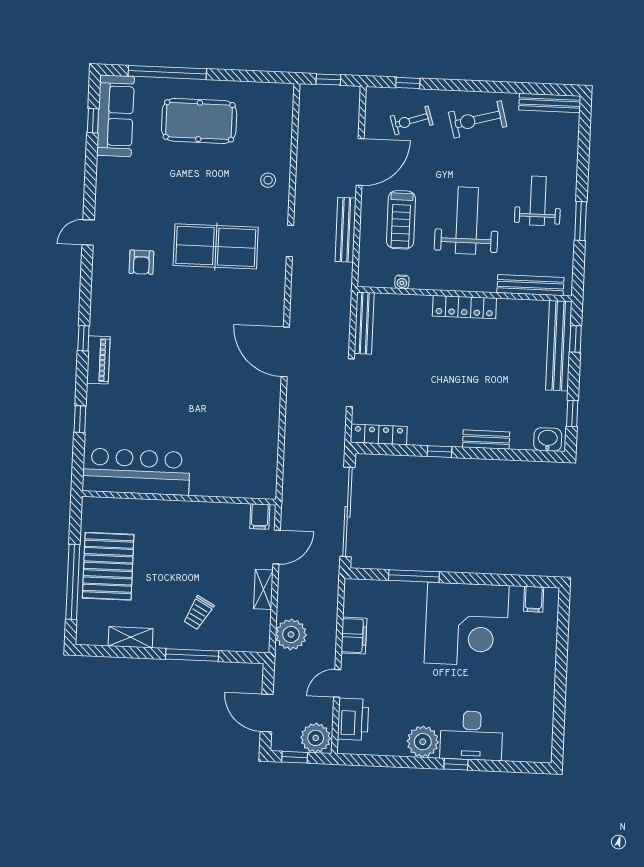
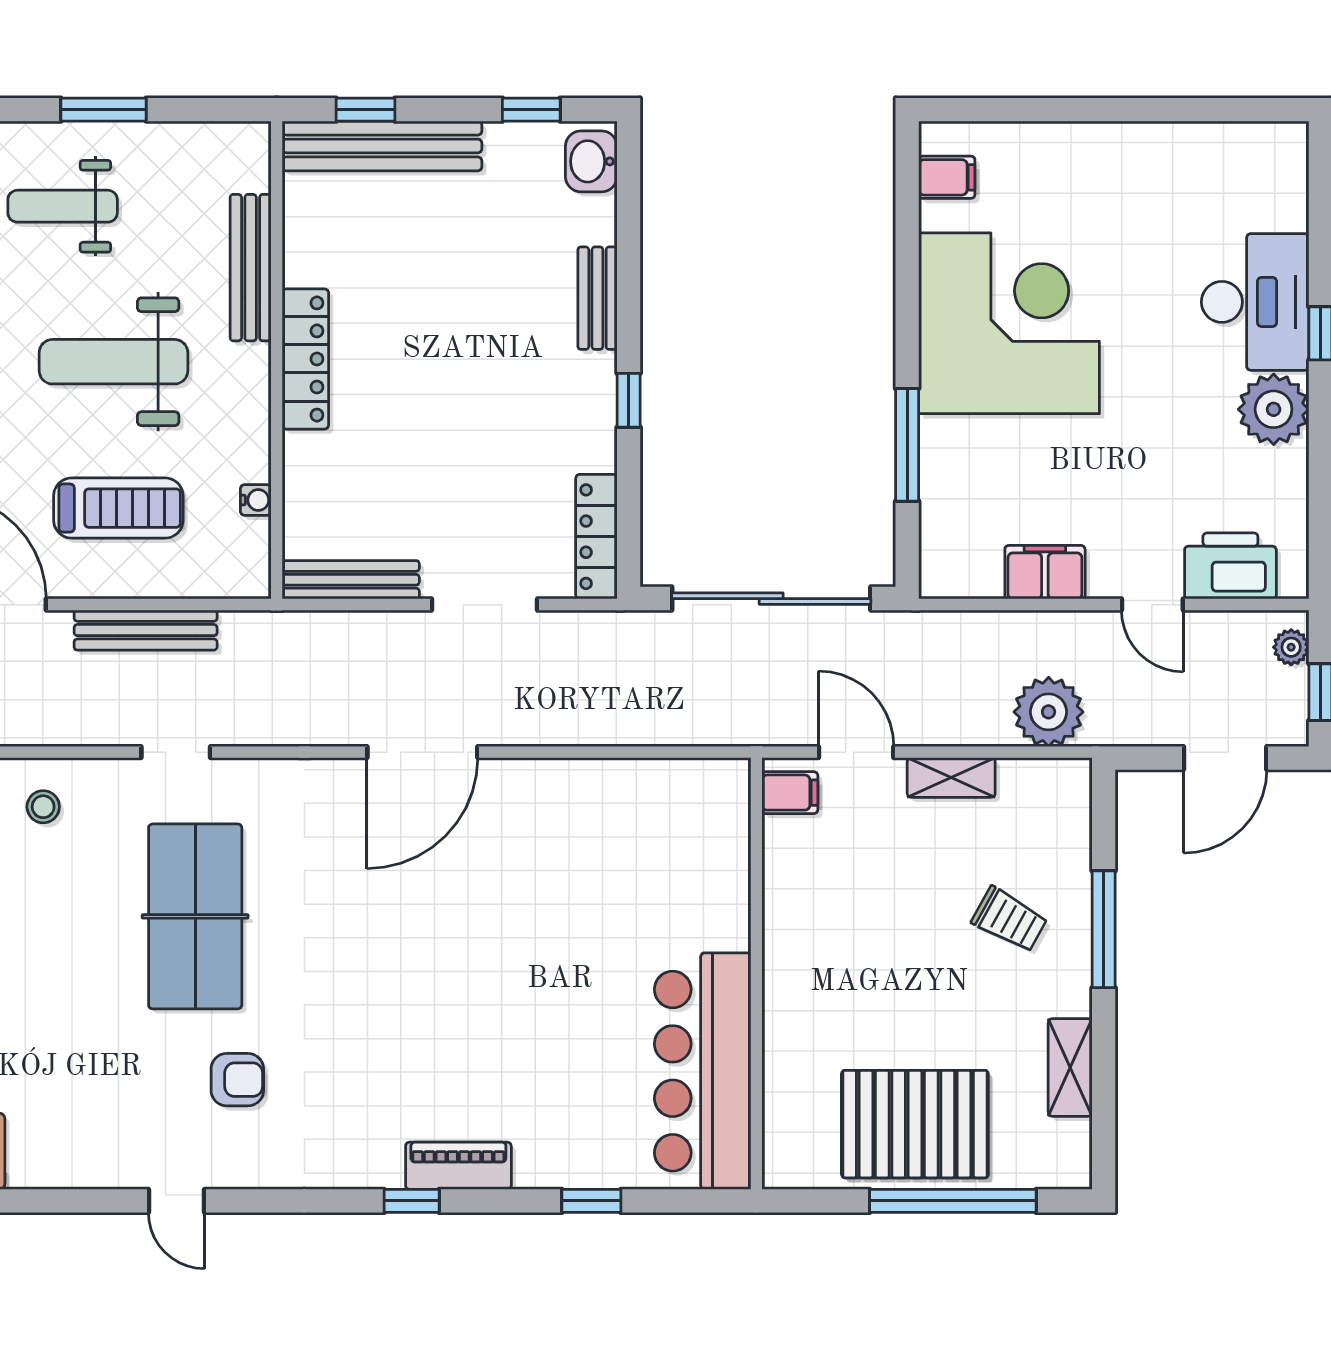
bench: (530, 285) -> (251, 268), moved
plant: (316, 738) -> (1291, 647), width x0.53, depth x0.53

